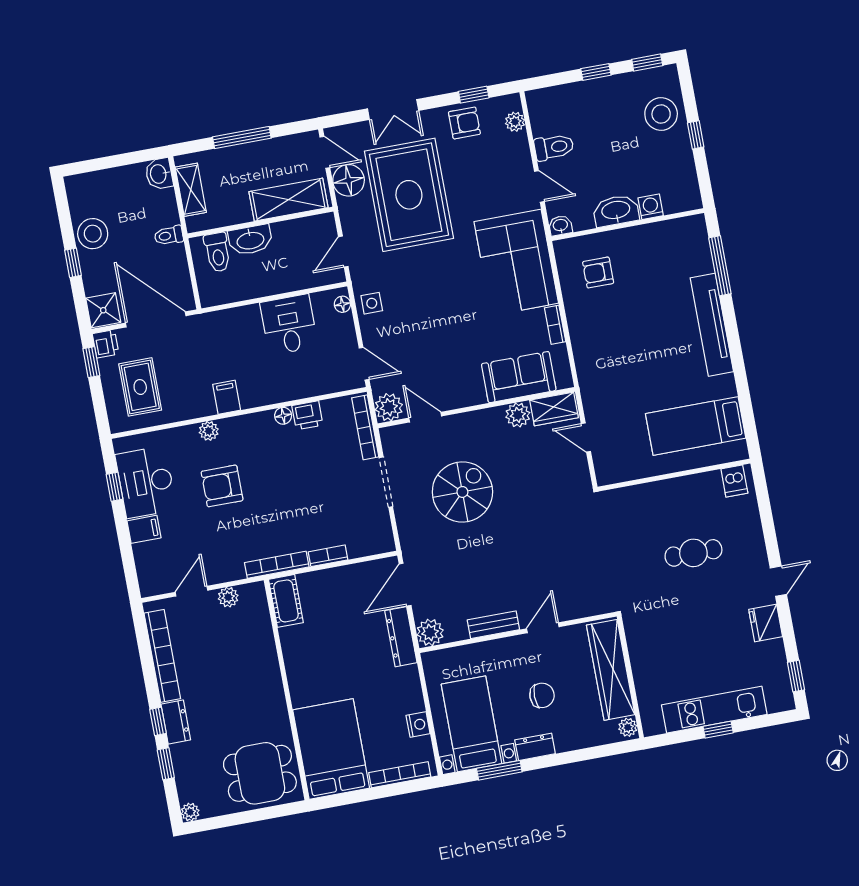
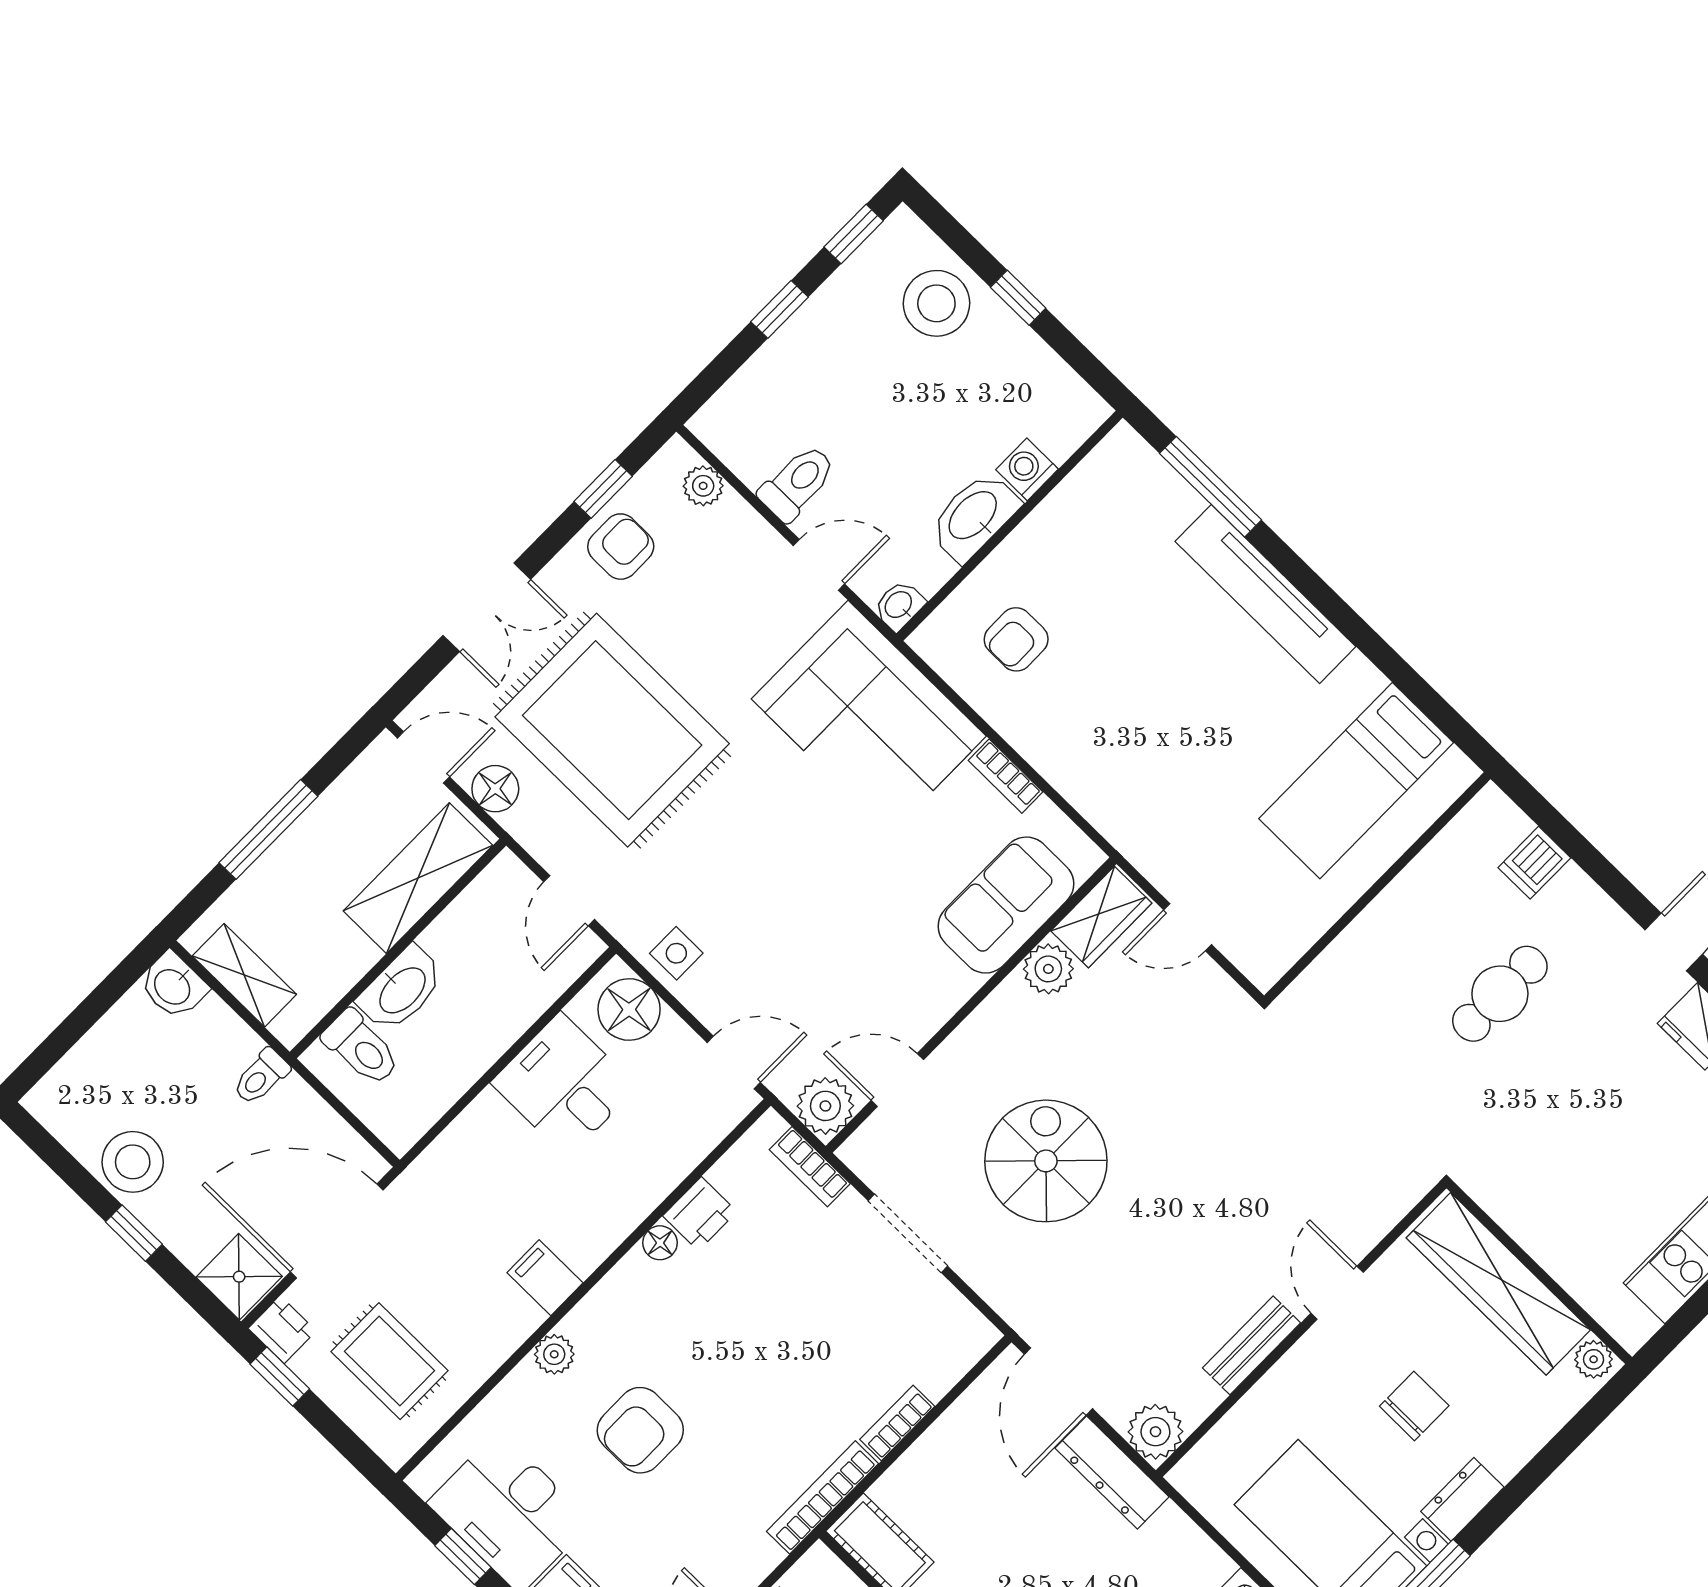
floor lamp: (349, 180) -> (495, 789), width x0.73, depth x0.73
floor lamp: (342, 304) -> (629, 1010), width x1.89, depth x1.89
bookcase: (365, 427) -> (810, 1167), width x0.64
dishwasher: (734, 481) -> (1534, 863), moved, turned 90

